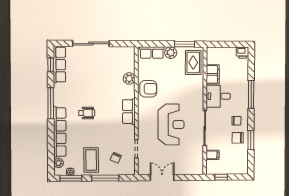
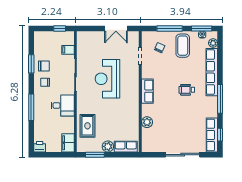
rug: (193, 62) -> (87, 126), moved
filing cabinet: (213, 74) -> (68, 143), moved
armchair: (148, 89) -> (129, 113), removed

